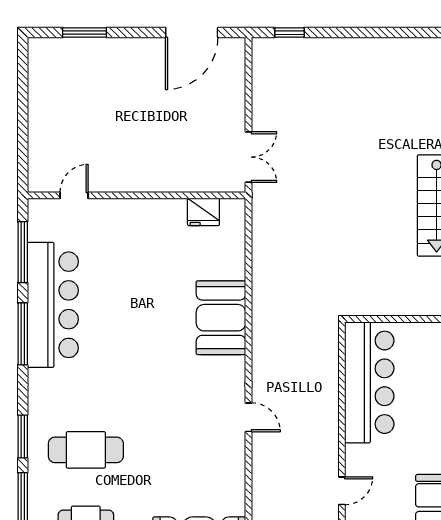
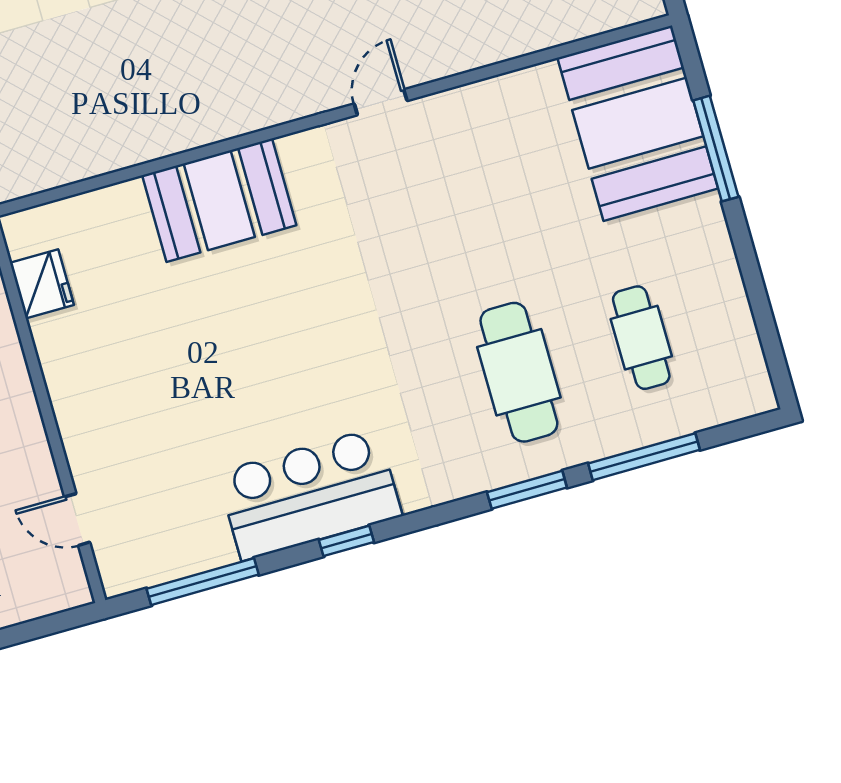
bar counter: (53, 305) -> (310, 494), width x0.73
window: (23, 334) -> (346, 541), width x0.46

